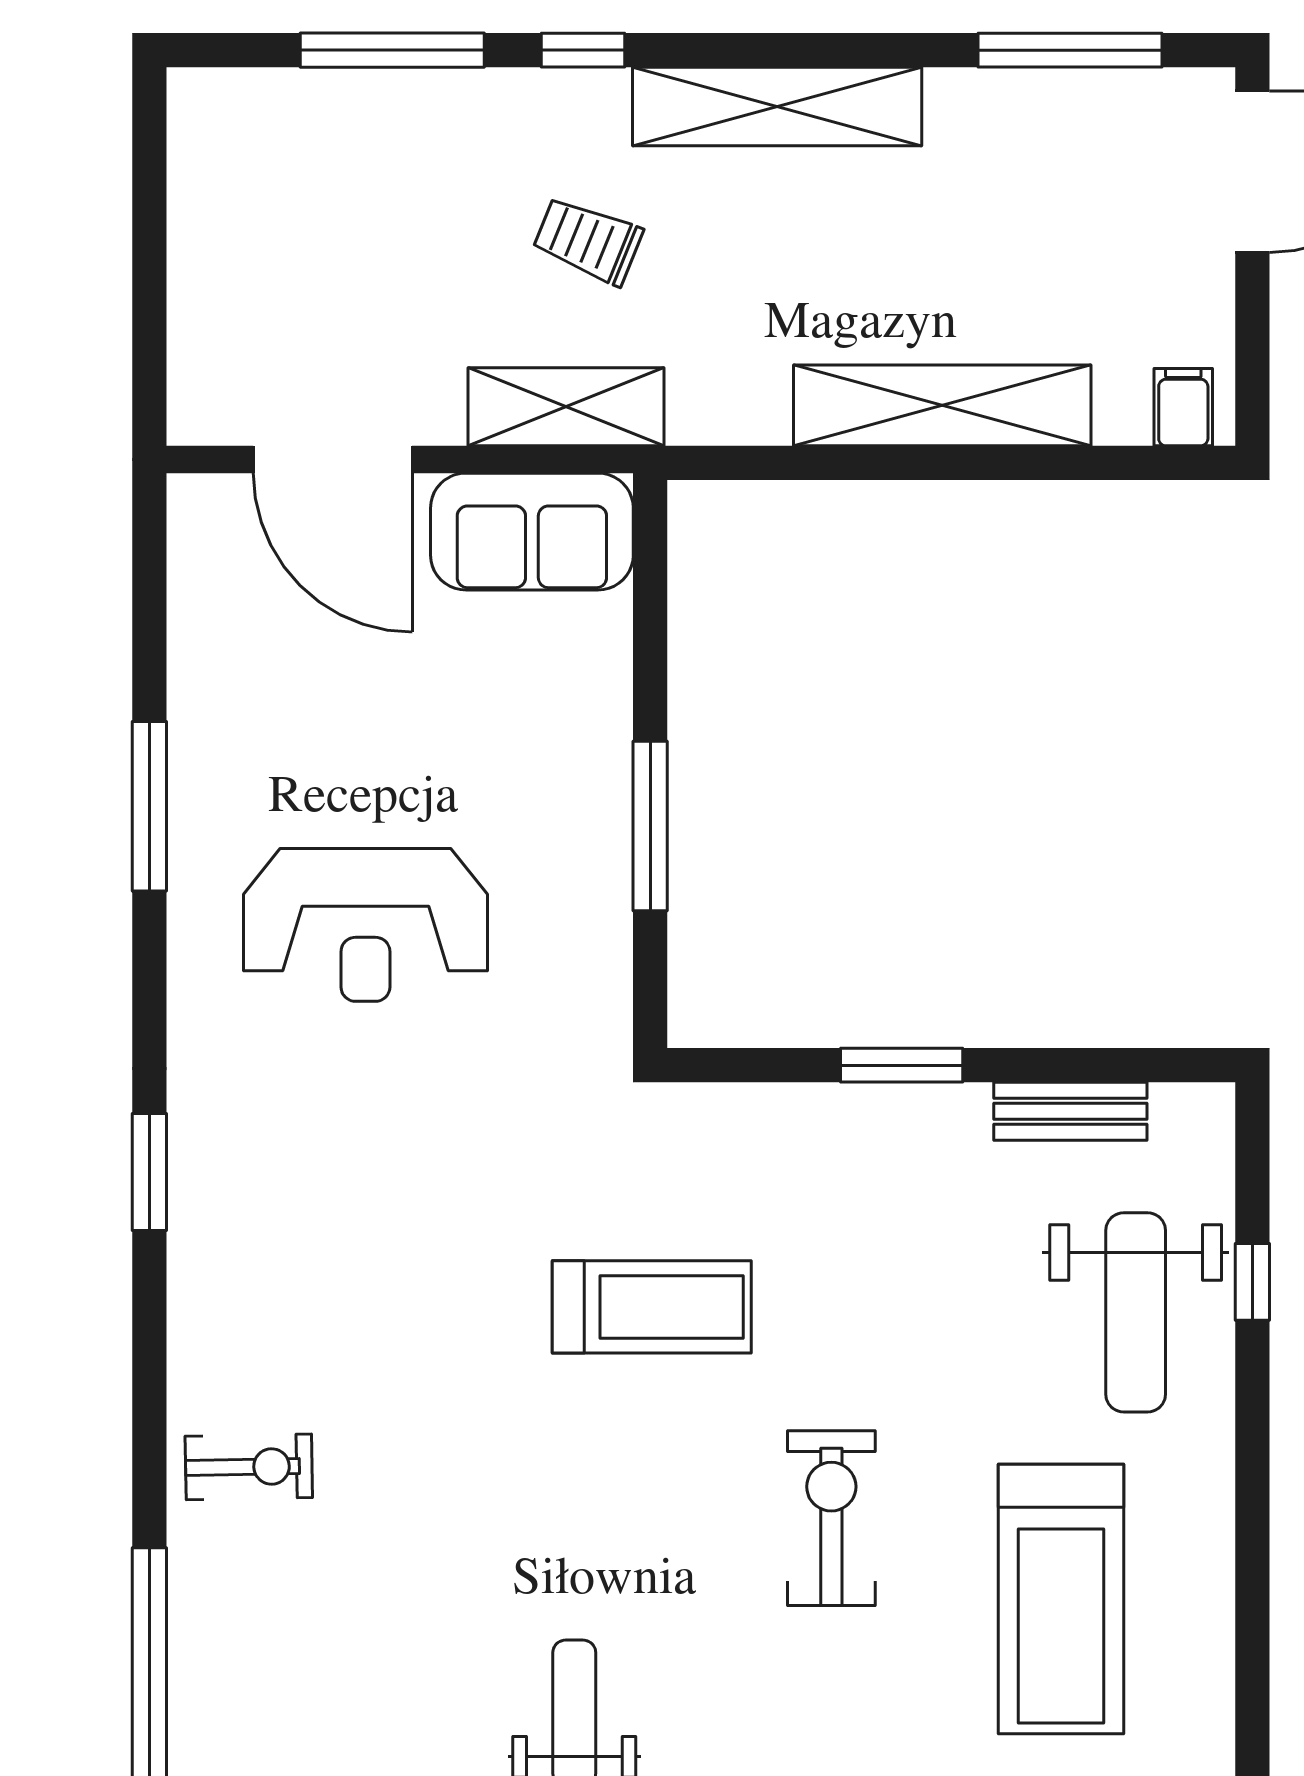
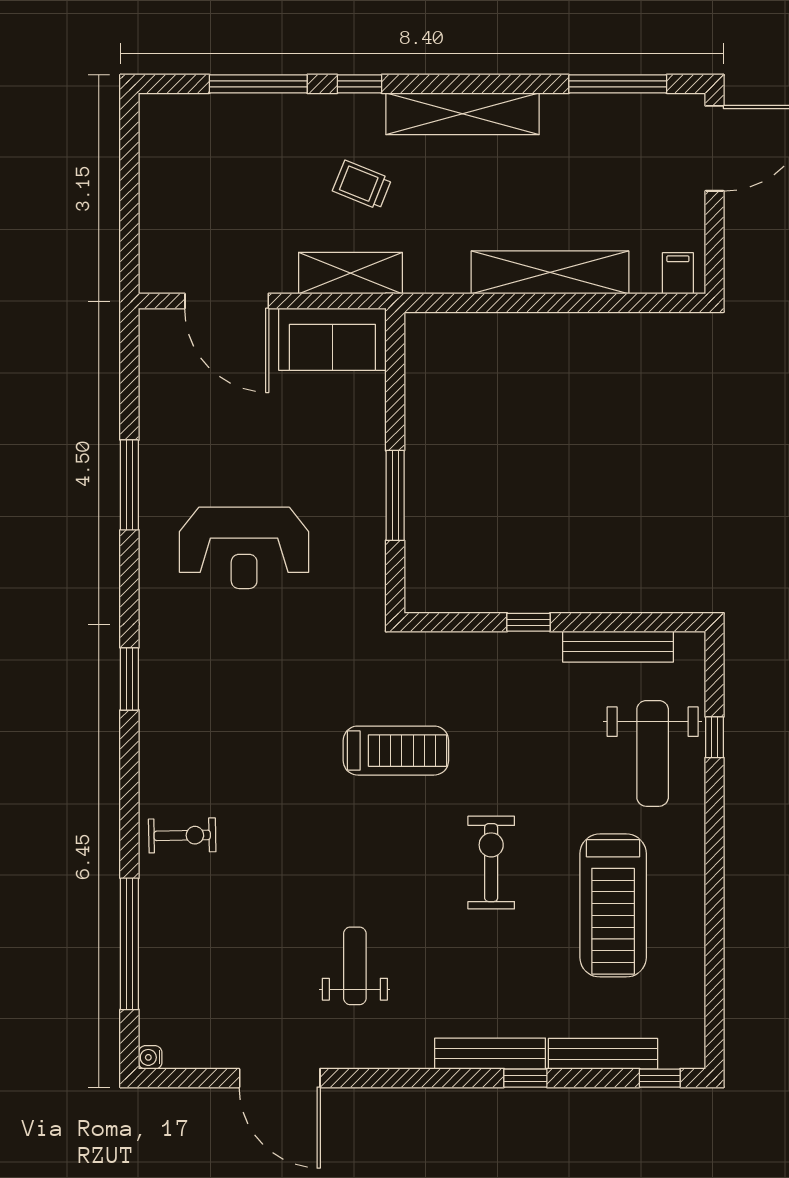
window: (902, 1065) -> (528, 622), width x0.67
bench: (1070, 1111) -> (618, 647), width x1.36

